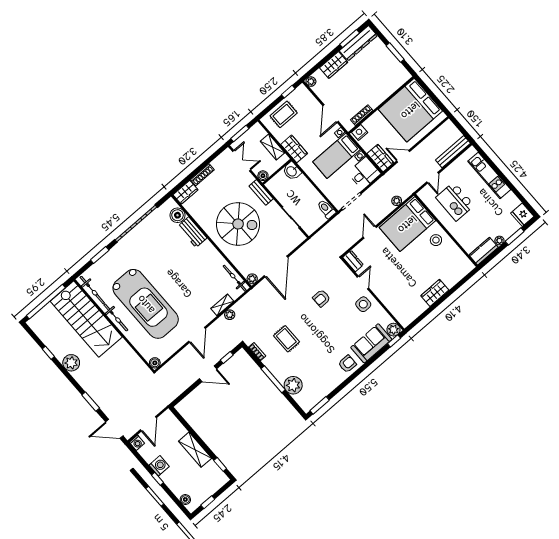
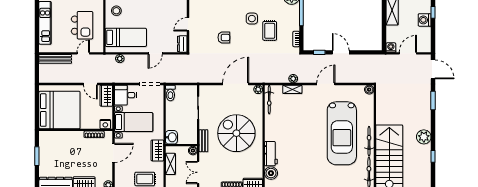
bed: (407, 224) -> (126, 37), width x0.67
car: (146, 304) -> (342, 133), turned 180
side table: (363, 304) -> (252, 19), moved
washing machine: (137, 443) -> (391, 48), moved

